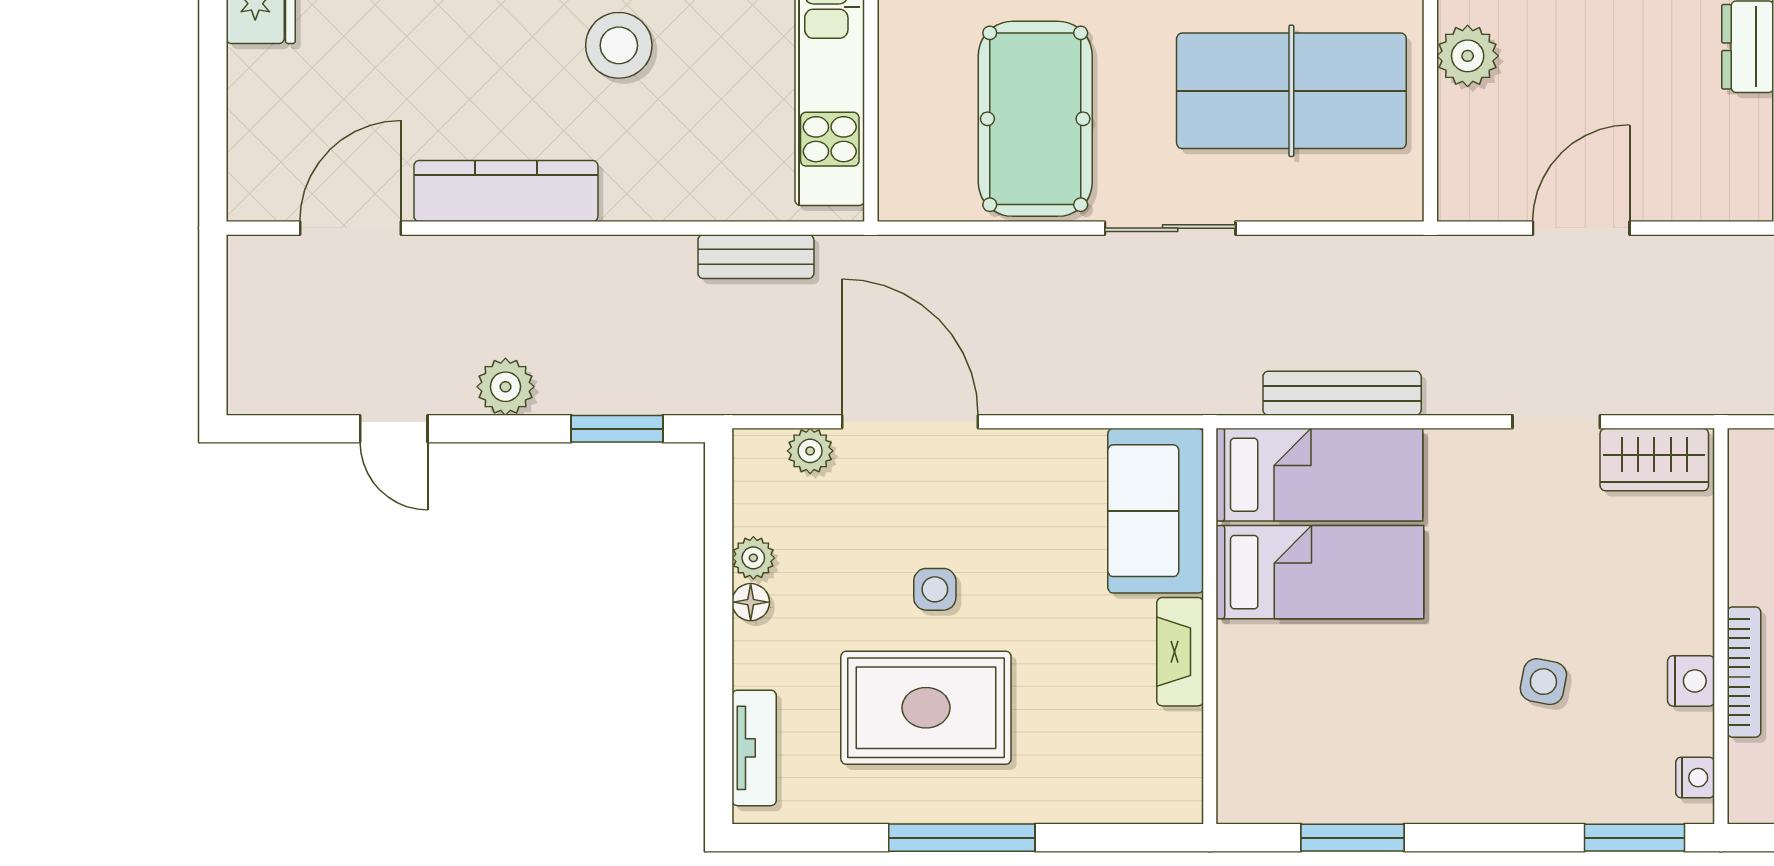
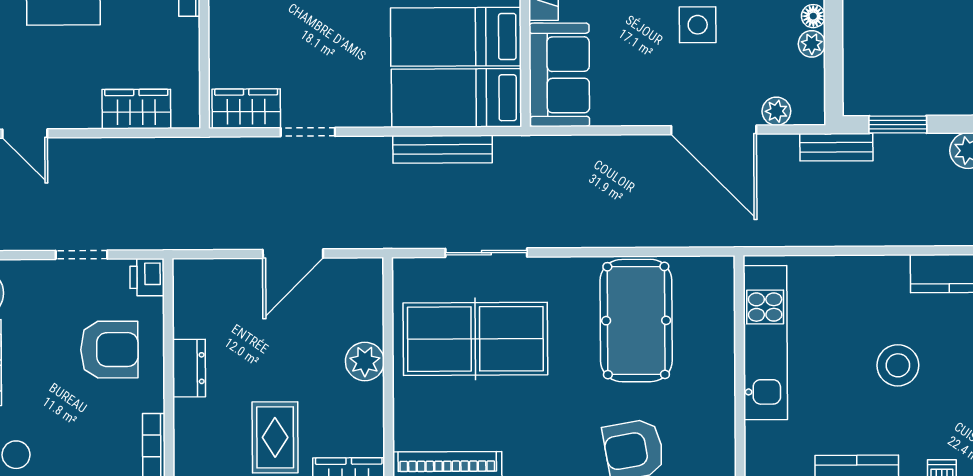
sliding door: (1170, 228) -> (486, 253), moved
bench: (756, 257) -> (836, 147), moved
side table: (935, 589) -> (698, 25), width x1.37, depth x1.37

